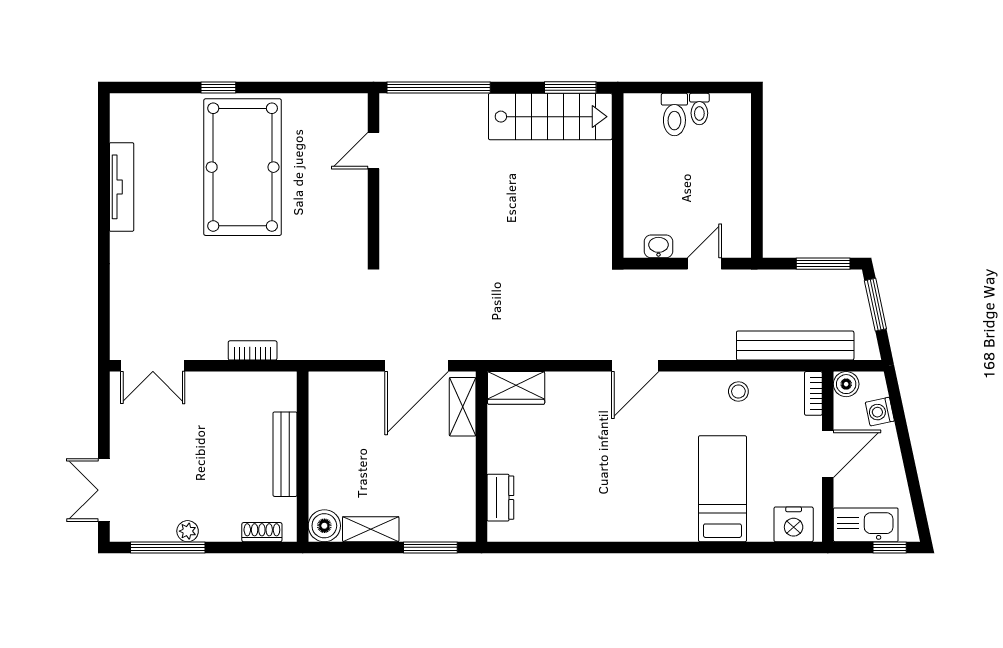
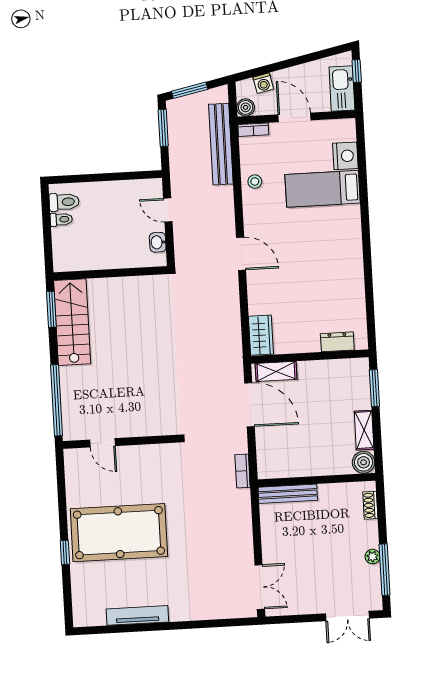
toilet: (674, 115) -> (64, 202), moved
bookcase: (253, 350) -> (243, 471), moved
bench: (285, 454) -> (288, 494), moved
nightstand: (794, 524) -> (345, 156), moved

